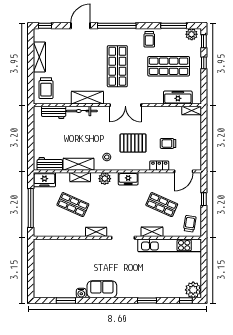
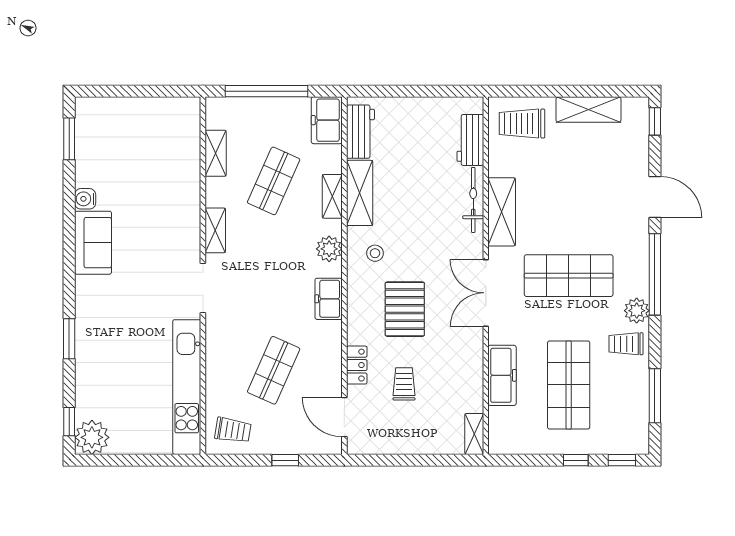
plant: (192, 34) -> (637, 311), moved
freezer: (178, 97) -> (502, 375), moved
shelving: (152, 232) -> (216, 153), moved
window: (66, 300) -> (69, 139), moved

